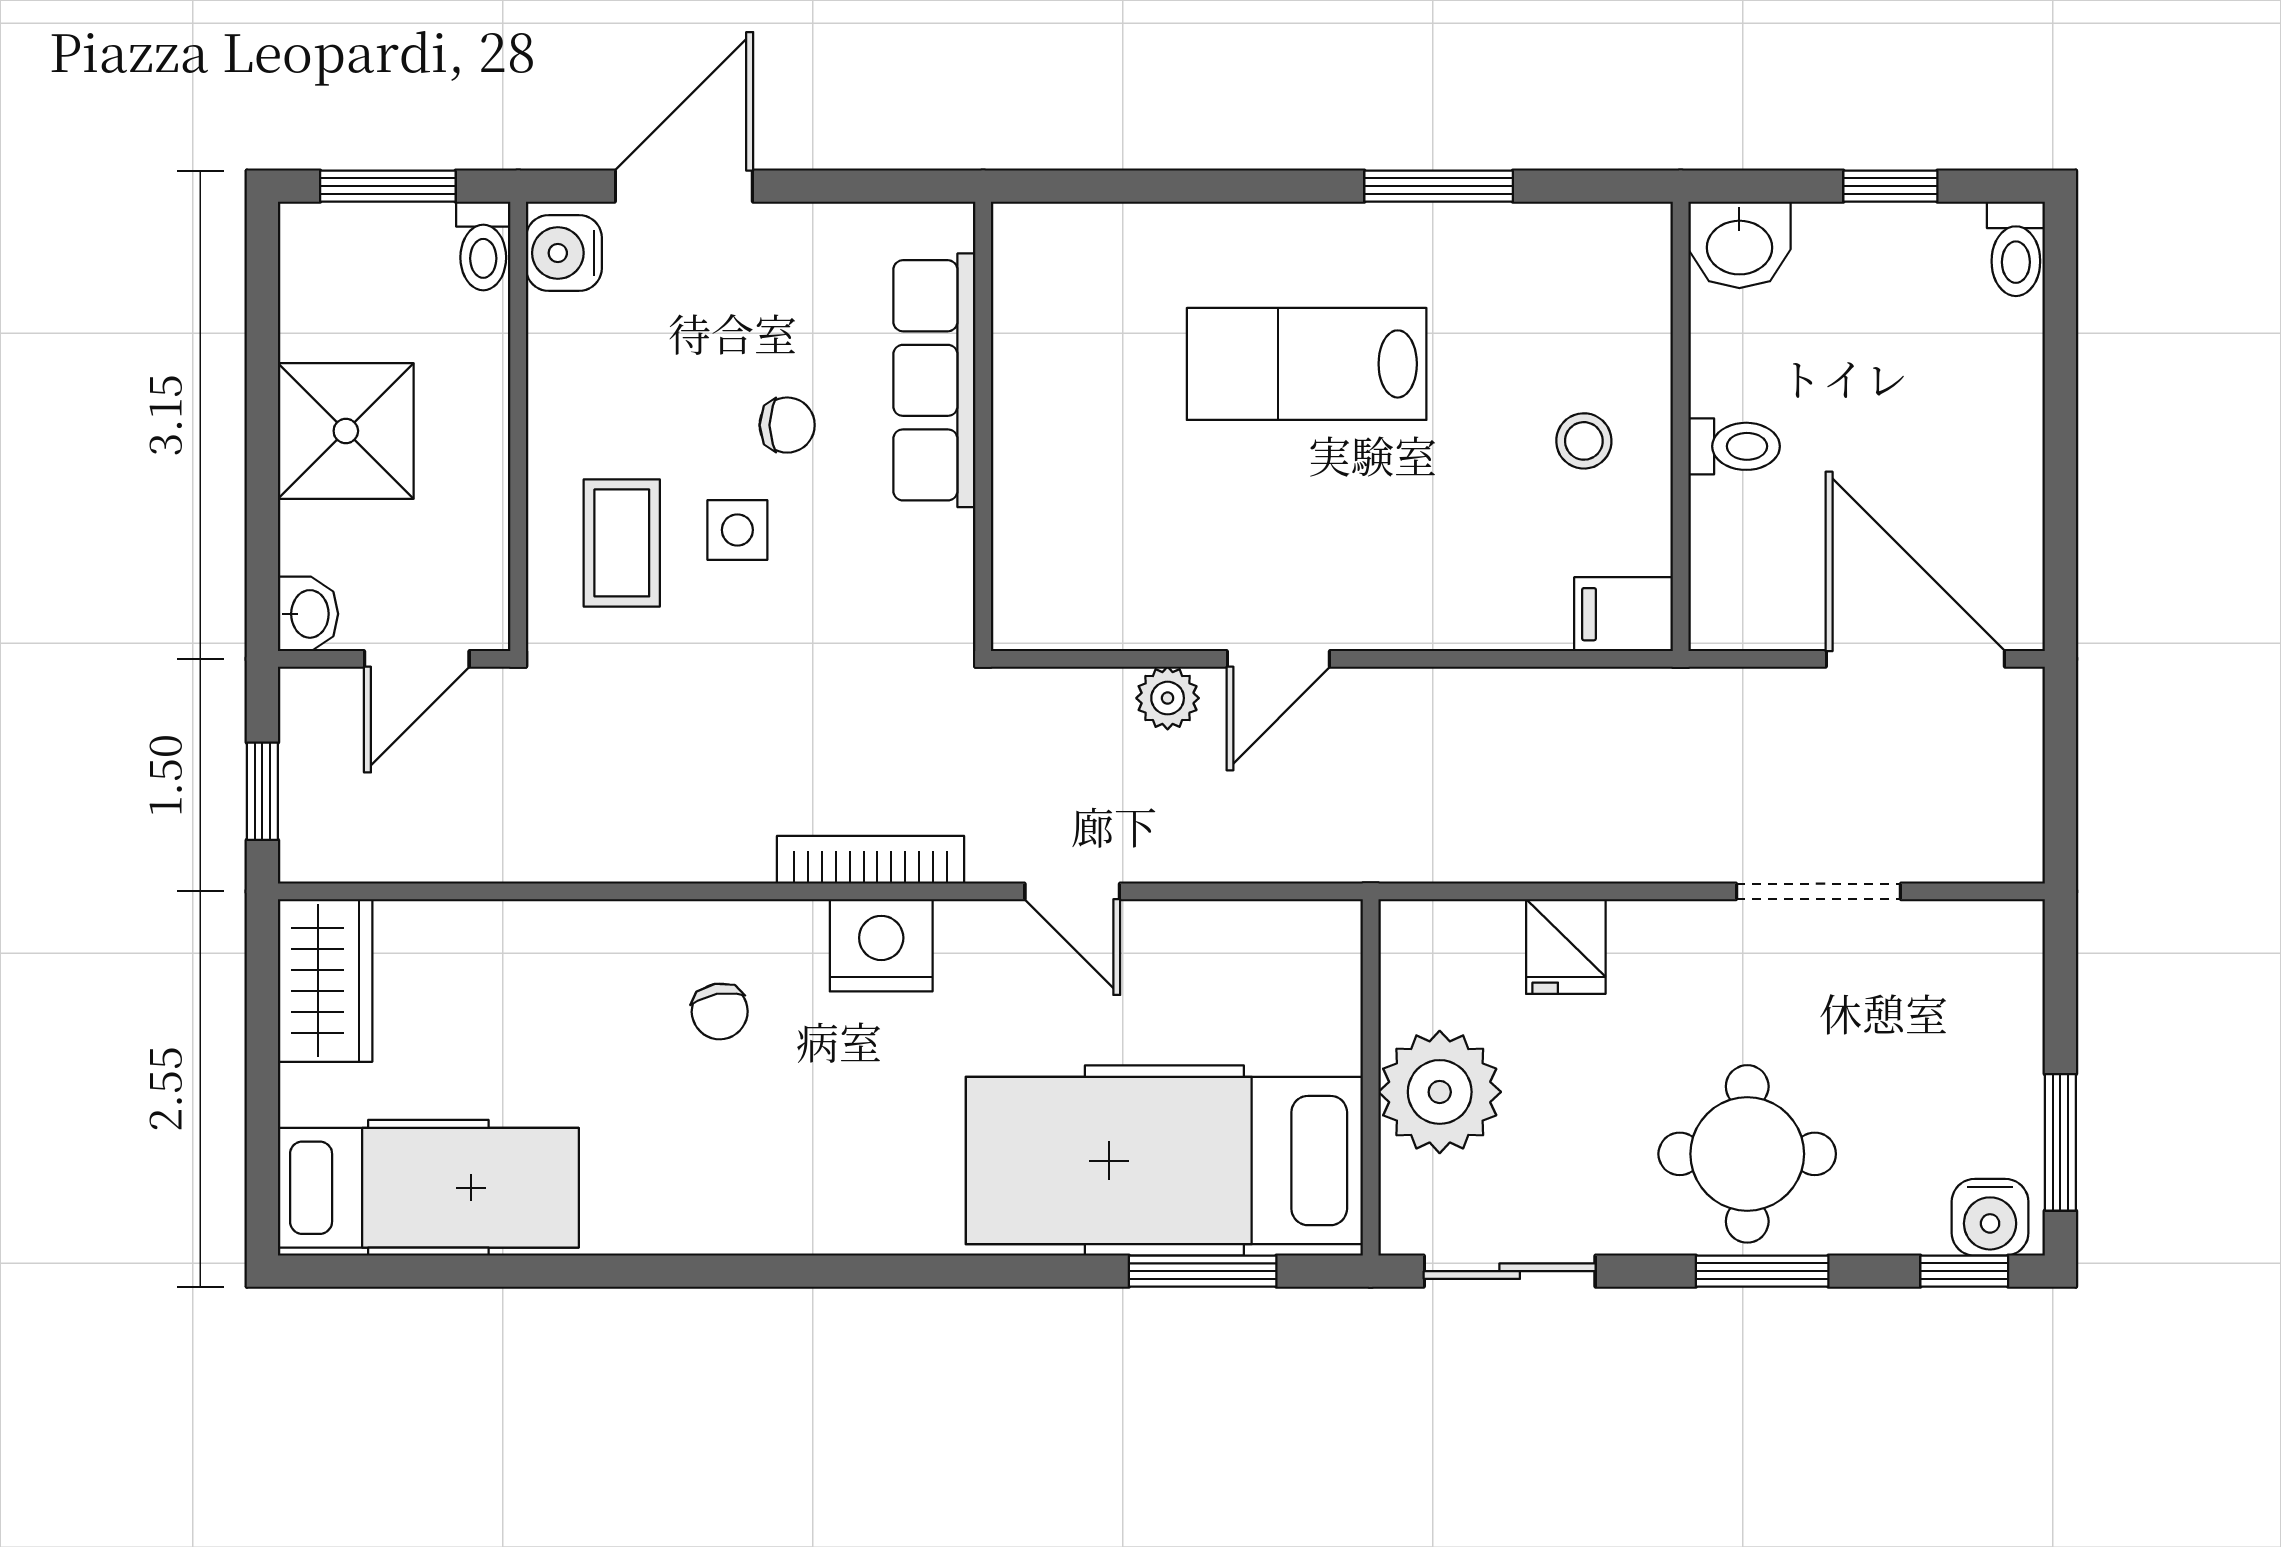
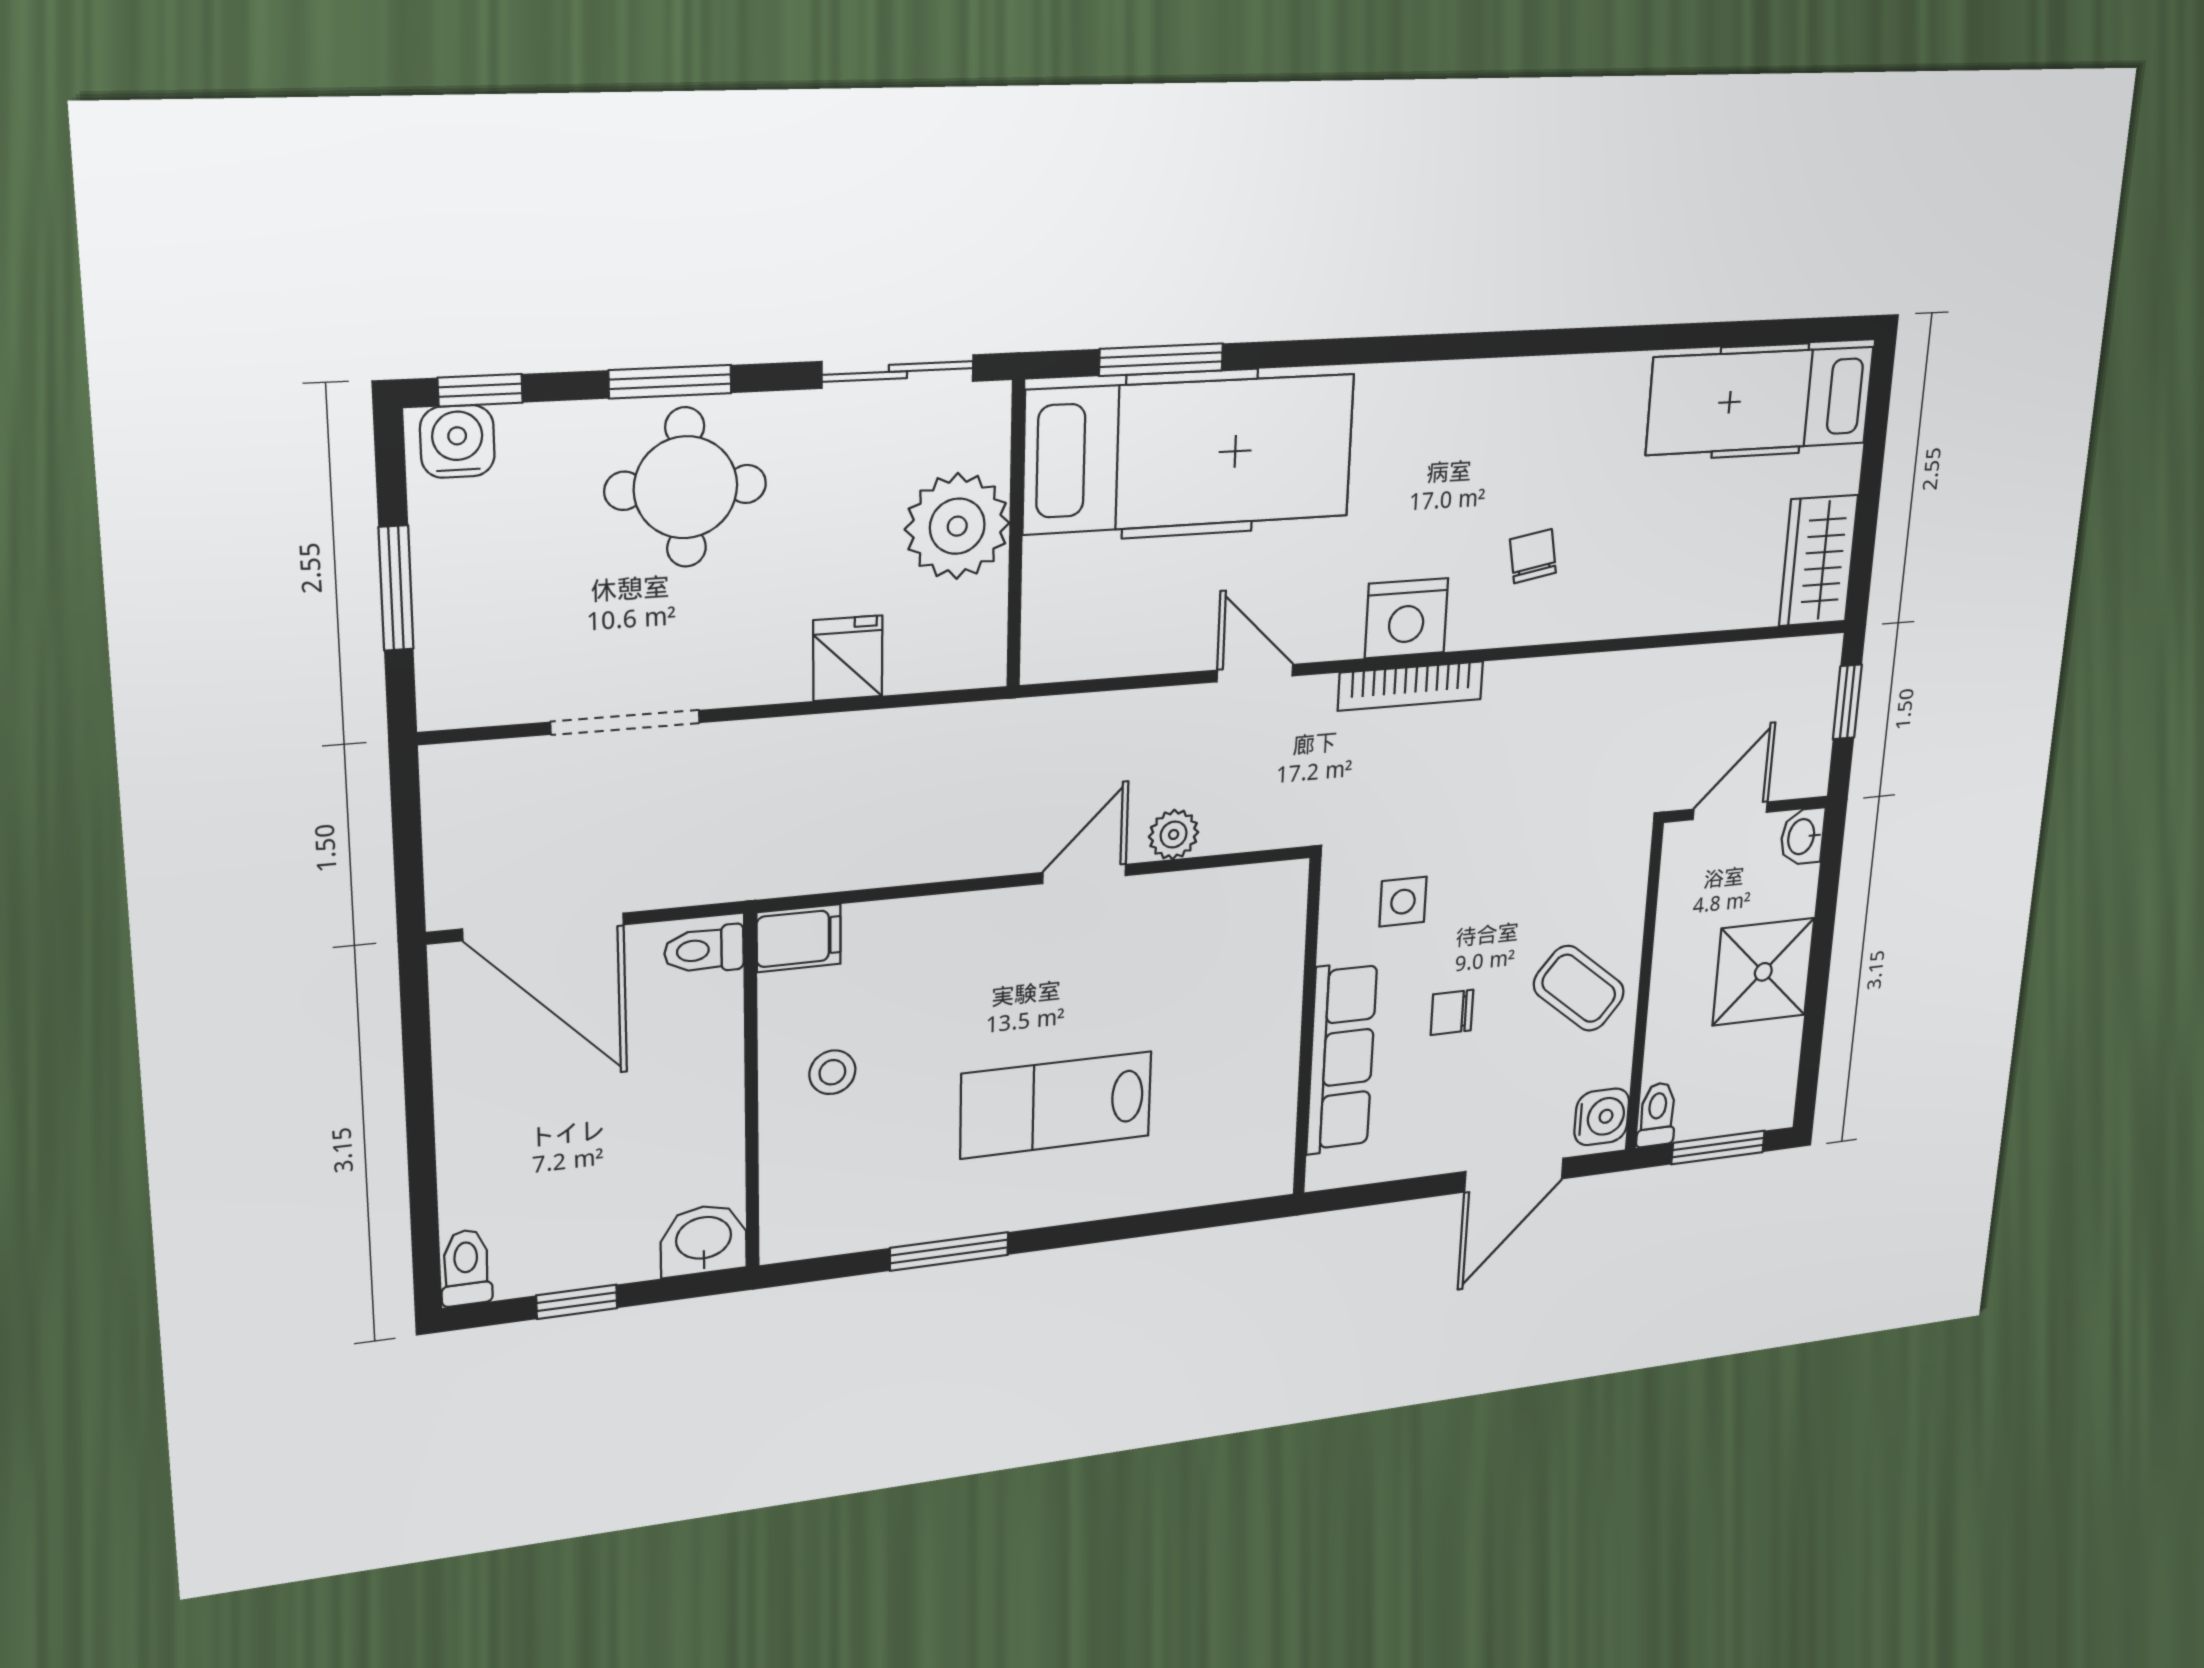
lab bench: (1307, 364) -> (1056, 1105), turned 180
toilet: (1734, 446) -> (704, 950), moved
side table: (737, 530) -> (1403, 902), moved
coffee table: (622, 543) -> (1579, 988), moved, turned -51
window: (2060, 1142) -> (396, 588), moved

